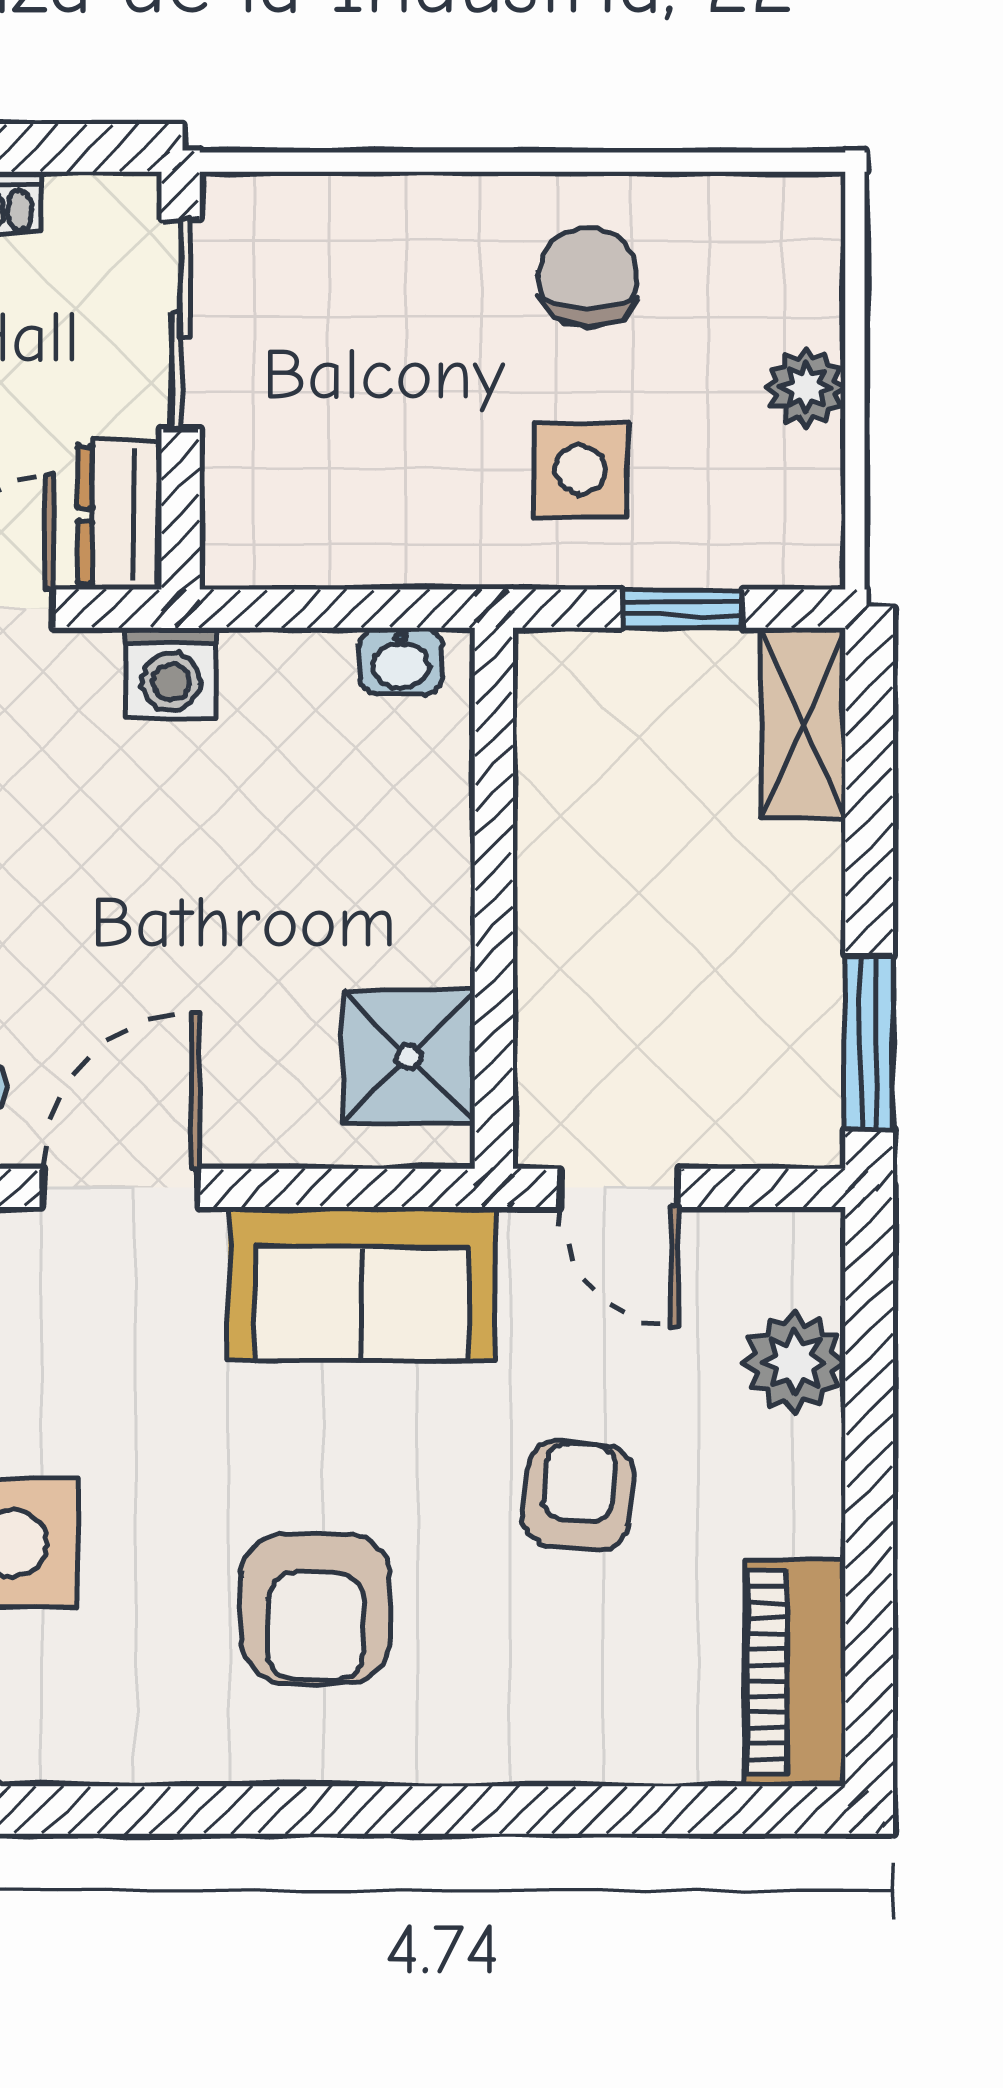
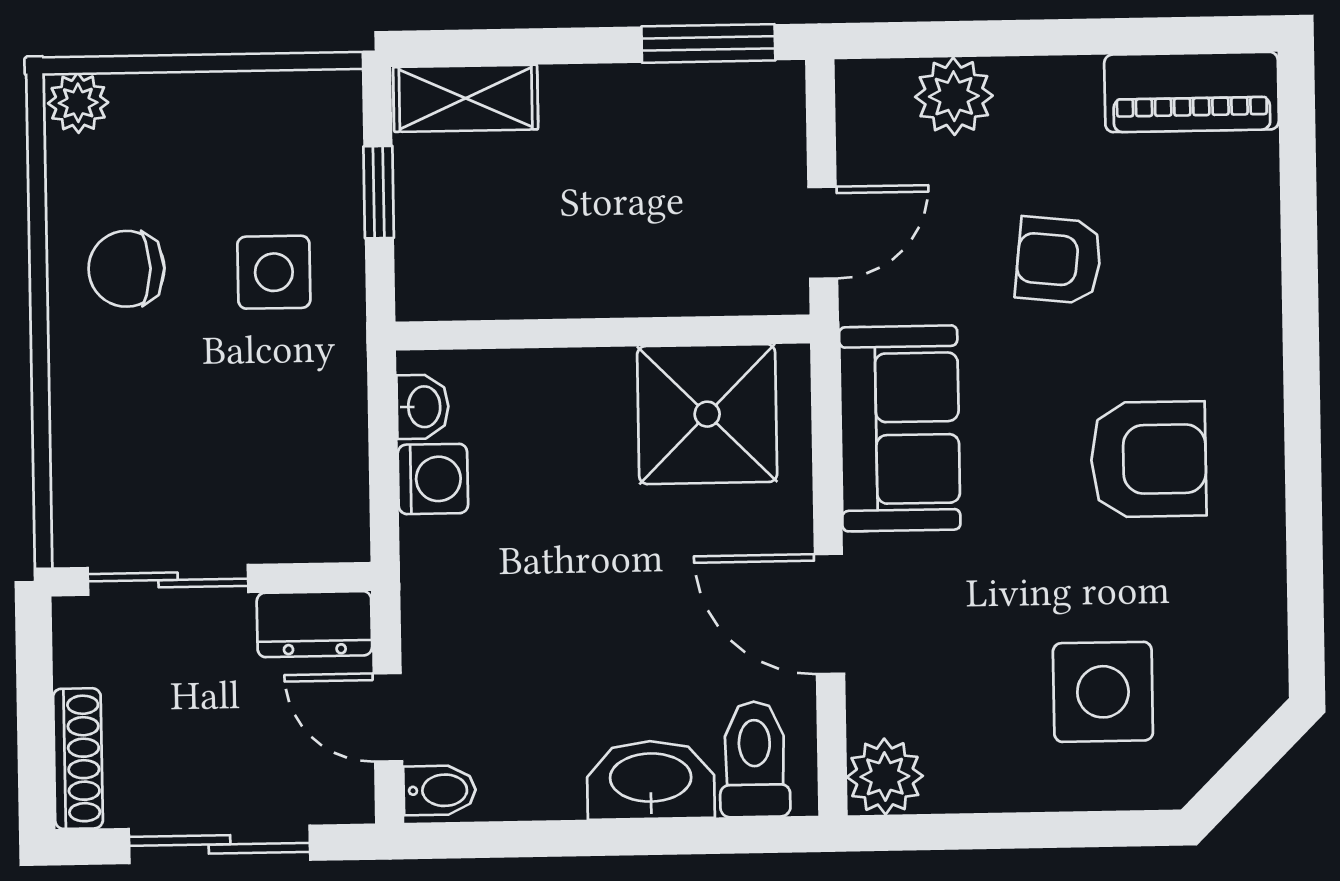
plant: (806, 387) -> (78, 103), moved
washing machine: (171, 673) -> (433, 479), moved
shower: (409, 1057) -> (707, 414), width x1.36, depth x1.36

